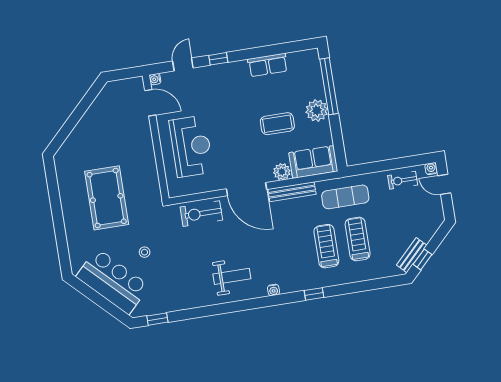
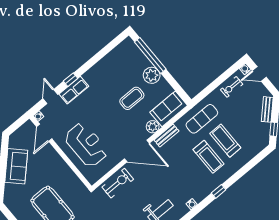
row of seats: (268, 65) -> (74, 90), moved
door: (150, 103) -> (44, 133), swing flipped
sofa: (94, 123) -> (16, 166), added
bench: (292, 192) -> (166, 136), width x0.73
exercise bike: (201, 214) -> (118, 183), turned 180
treadmill: (326, 246) -> (208, 157), turned 180
bench: (412, 255) -> (267, 109), moved

